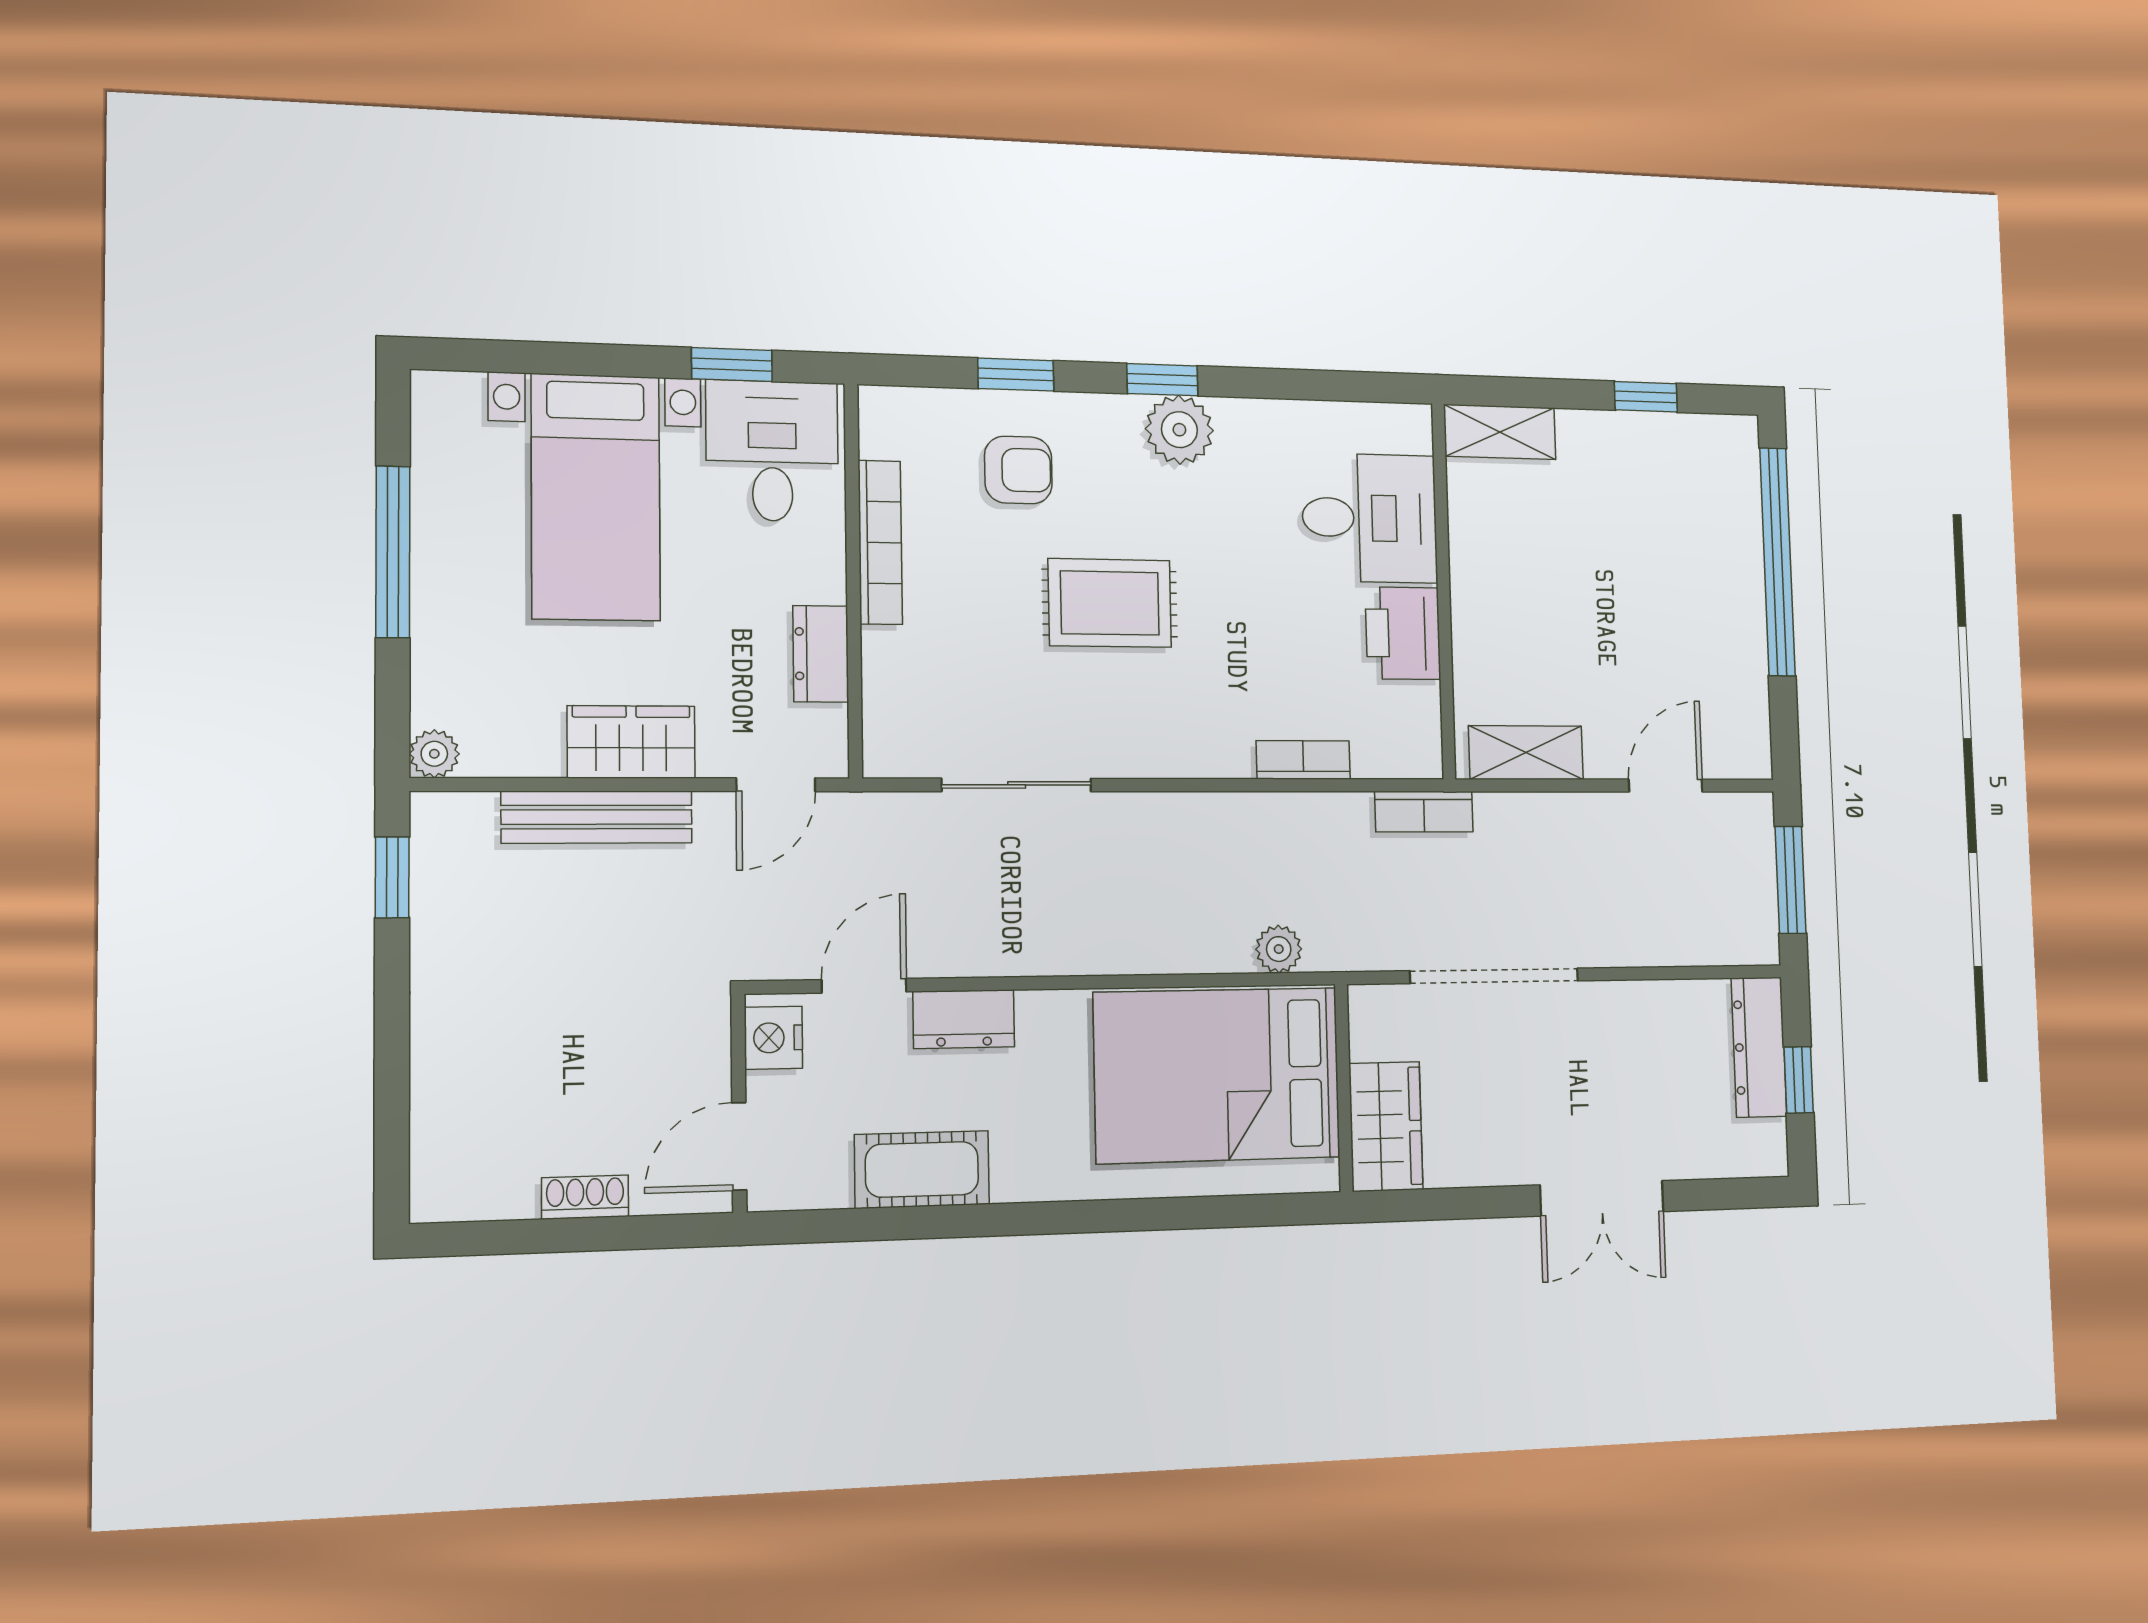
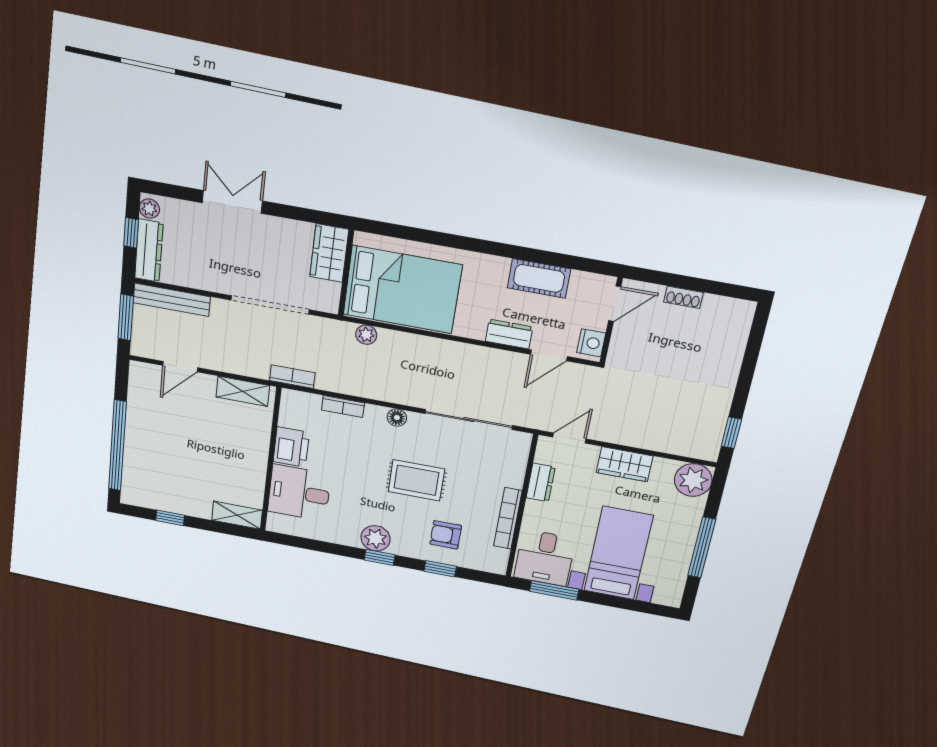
window: (732, 365) -> (554, 590), width x1.50
plant: (434, 754) -> (693, 480), width x1.88, depth x1.88
floor lamp: (1180, 757) -> (397, 418), added
sliding door: (1017, 785) -> (469, 420), width x1.37
bench: (597, 817) -> (172, 300), moved
plant: (1768, 1144) -> (149, 209), added

